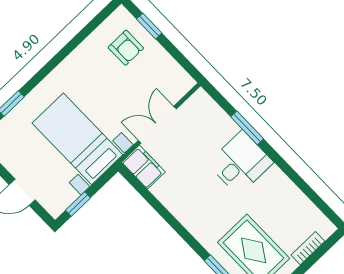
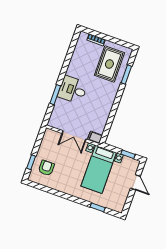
filing cabinet: (143, 167) -> (95, 137), width x0.50

